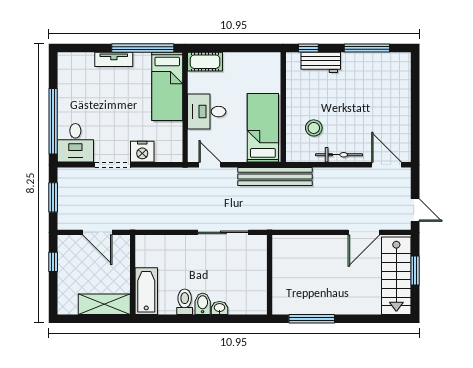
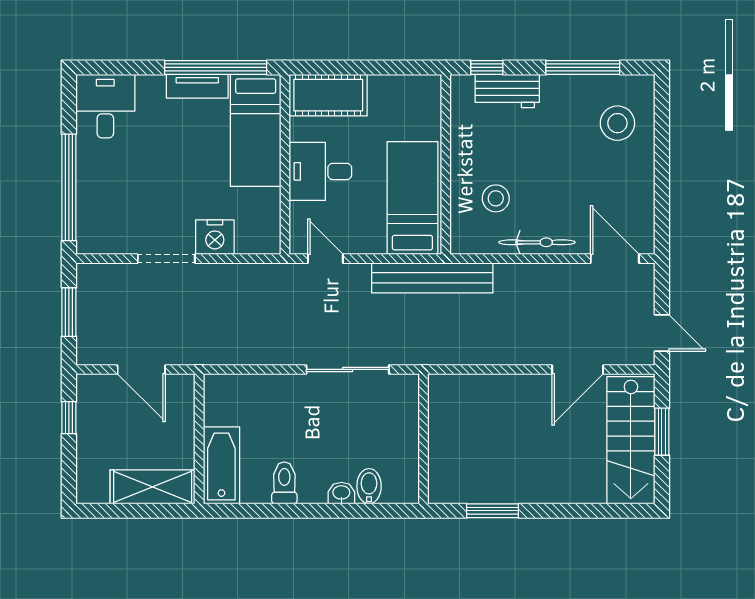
tv unit: (114, 59) -> (197, 86), moved
cot: (205, 62) -> (328, 95), width x1.37, depth x1.34
stool: (388, 82) -> (617, 123), added
desk: (75, 143) -> (105, 106), moved, turned 180
bidet: (203, 304) -> (369, 486), moved
window: (312, 319) -> (493, 511), width x0.69

